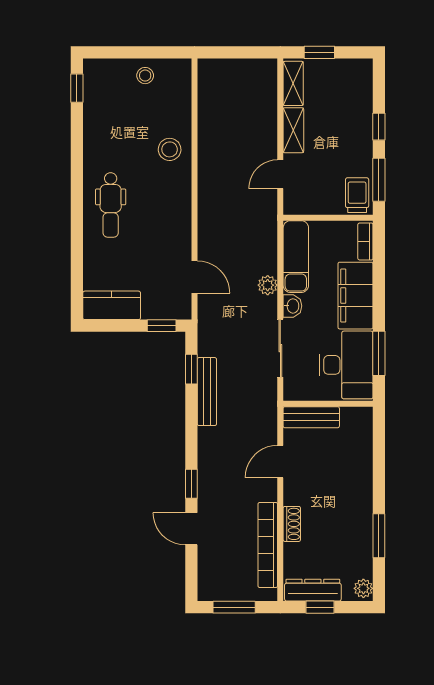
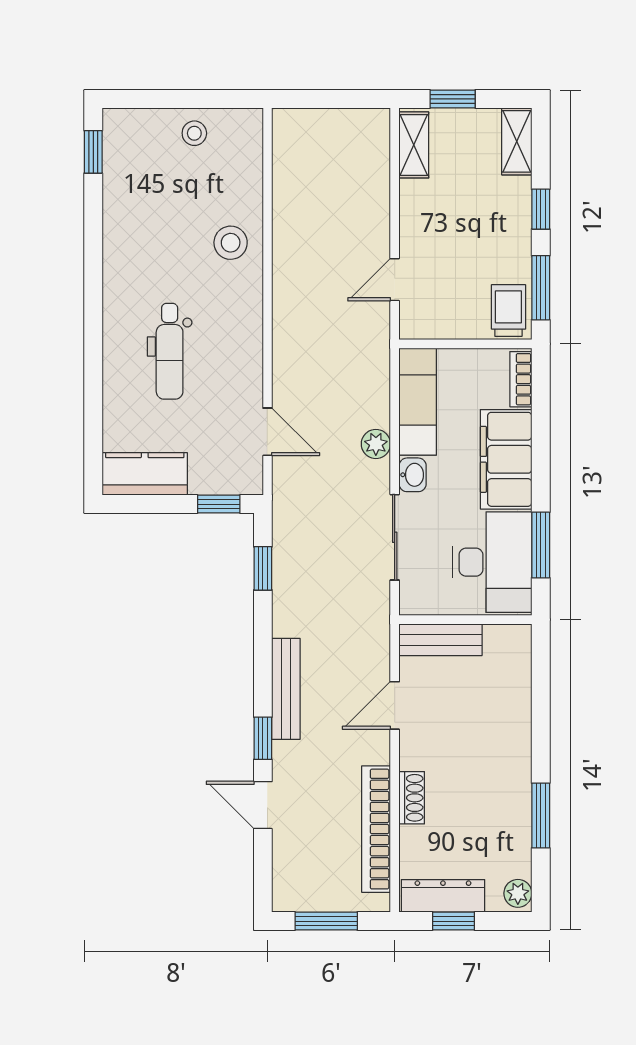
shelving: (293, 130) -> (517, 141), moved
dental chair: (111, 205) -> (170, 351), moved
bench: (207, 392) -> (286, 689), moved

